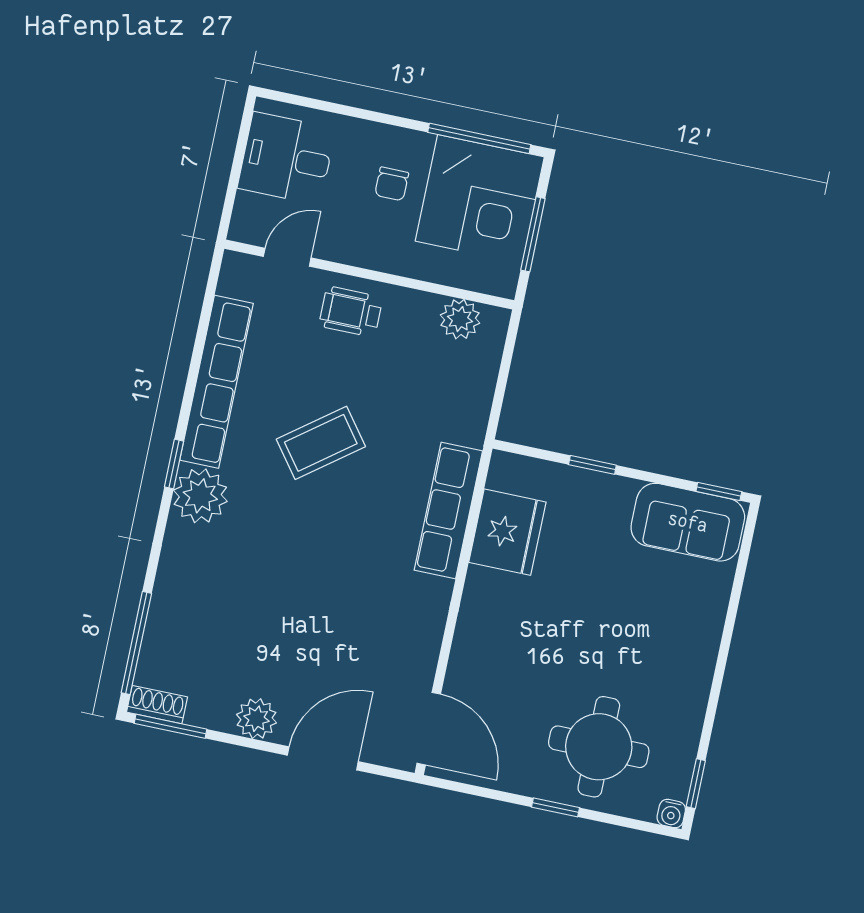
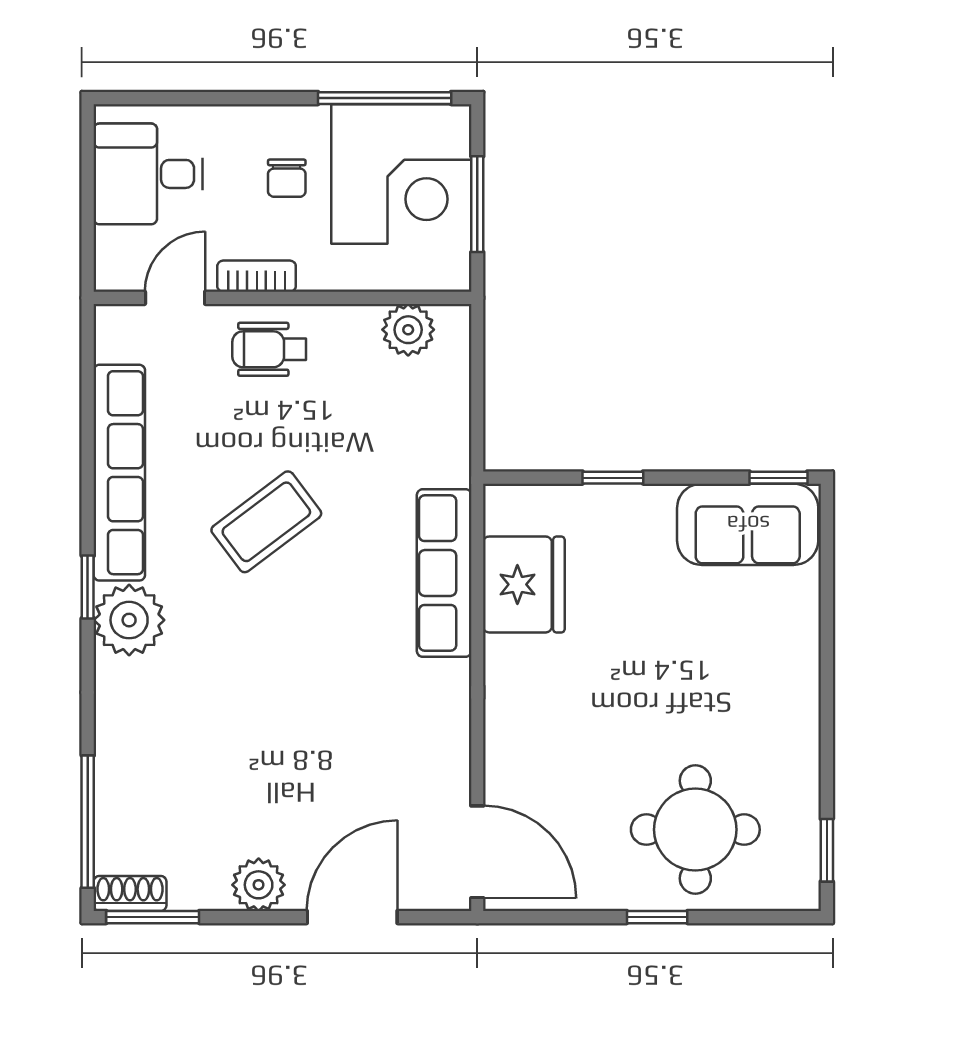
bookcase: (353, 254) -> (257, 276), added
water cooler: (671, 814) -> (804, 894), removed

